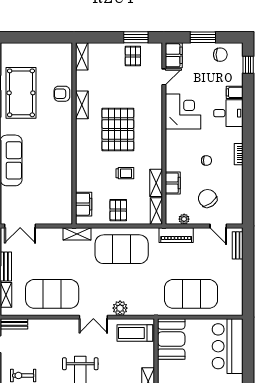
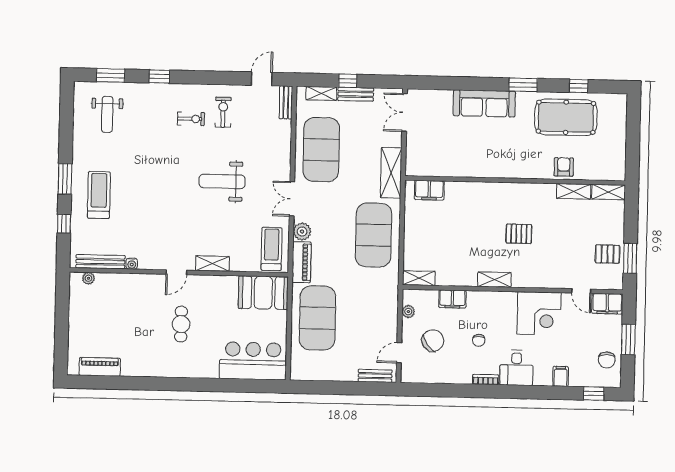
shelving: (82, 105) -> (574, 191), moved
desk: (228, 113) -> (516, 368), moved
pallet: (118, 129) -> (519, 234), width x0.49, depth x0.50
trolley: (125, 173) -> (466, 241), removed
shelving: (156, 183) -> (494, 280), moved
pallet: (118, 210) -> (421, 232), removed
shelving: (77, 234) -> (391, 173), width x1.50, depth x1.33
piano: (176, 235) -> (302, 262), moved, turned 180

